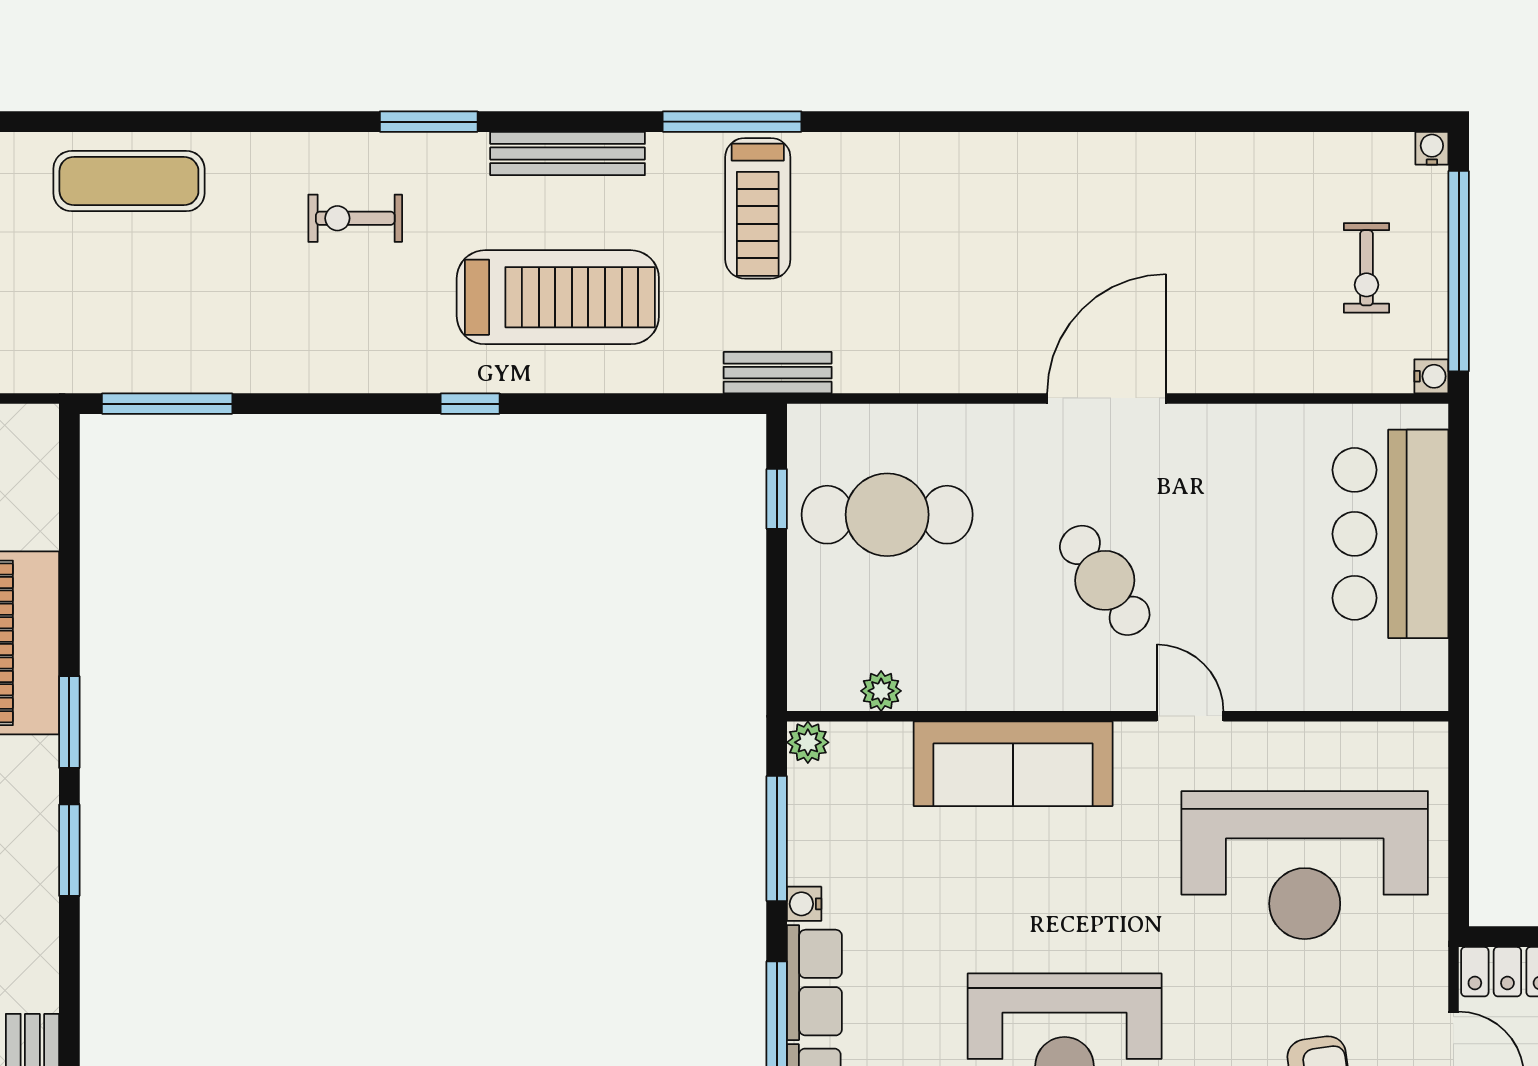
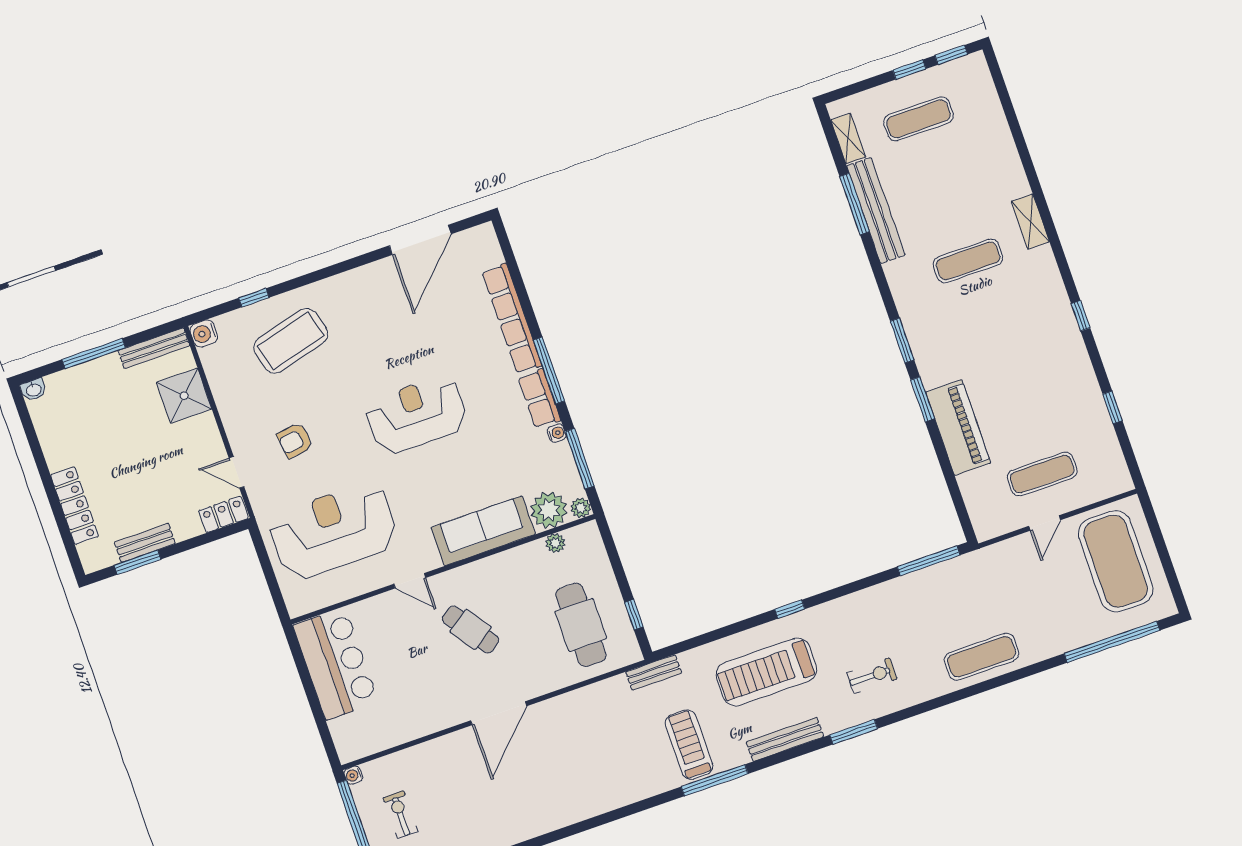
cafe table: (887, 515) -> (581, 625), turned 90
bar counter: (1390, 534) -> (336, 664), moved
plant: (871, 760) -> (549, 510), added

